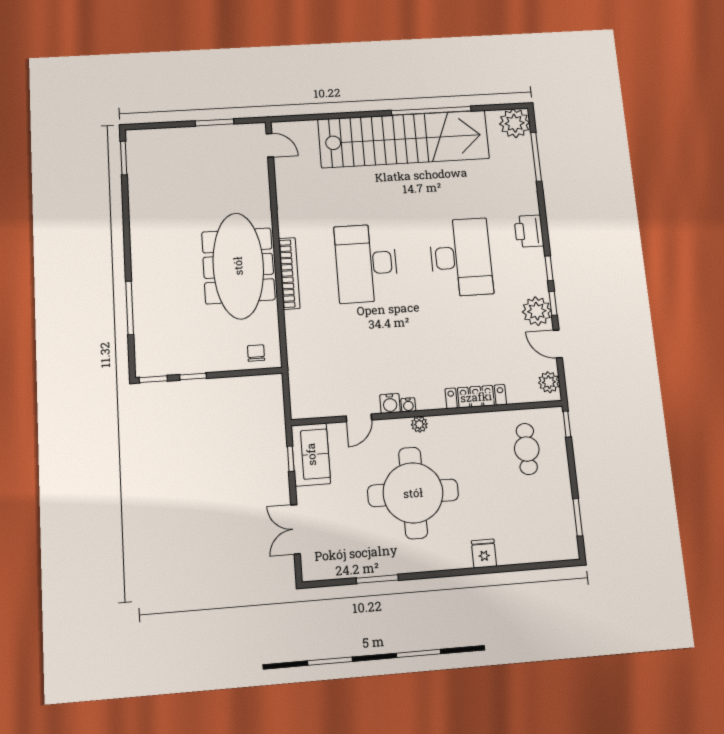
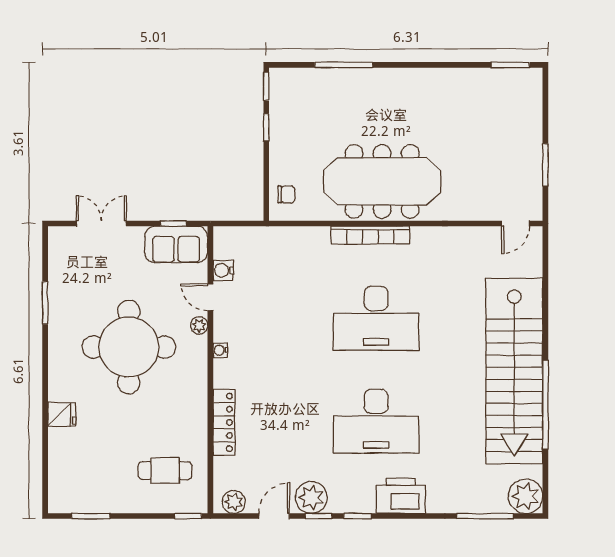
printer: (529, 231) -> (401, 496), width x1.37, depth x1.19
desk: (366, 263) -> (376, 318), turned 180
water cooler: (390, 403) -> (223, 270), moved
plant: (419, 424) -> (199, 326), moved

